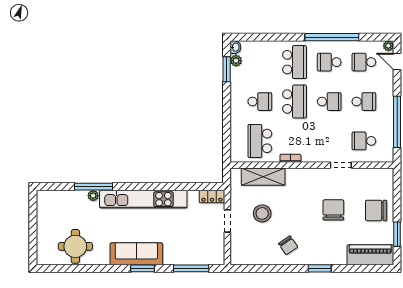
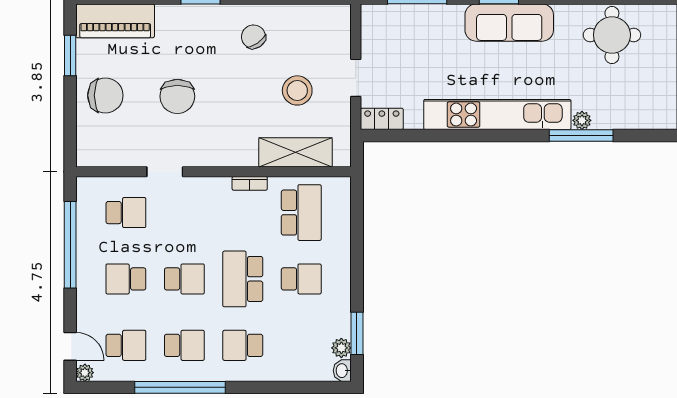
school desk: (294, 62) -> (243, 345), width x0.54
school desk: (260, 102) -> (301, 279), turned 180
school desk: (329, 102) -> (184, 279), turned 180

